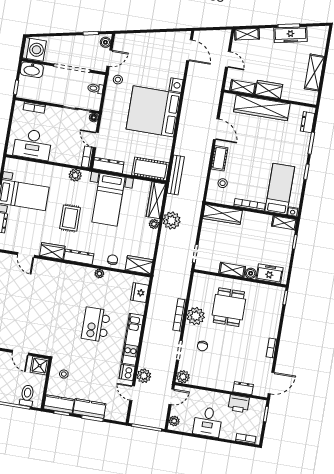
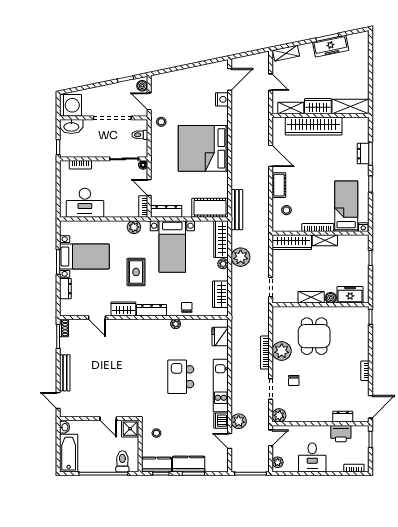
door: (190, 50) -> (230, 79), hinge flipped
door: (110, 58) -> (149, 101), swing flipped
shelving: (314, 73) -> (351, 106), moved, turned 90
nightstand: (176, 85) -> (222, 99), moved
dresser: (308, 122) -> (363, 154), moved
shelving: (284, 223) -> (325, 240), moved
wardrobe: (139, 265) -> (220, 294), moved, turned -90

